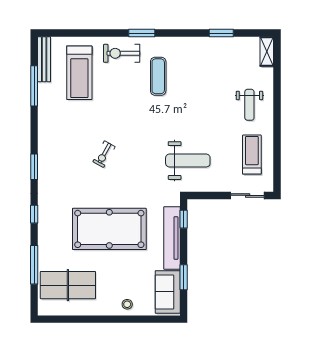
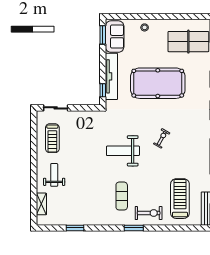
shelving: (267, 52) -> (41, 204), moved
weight bench: (188, 161) -> (123, 151), moved
window: (184, 277) -> (103, 35), moved

